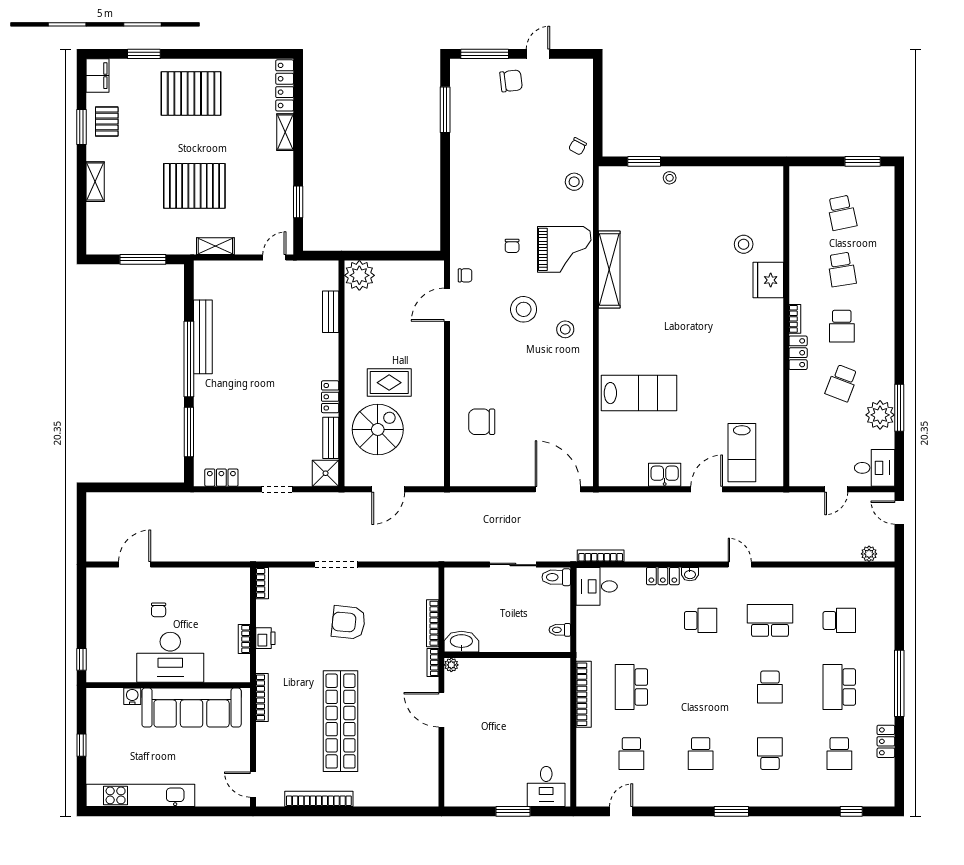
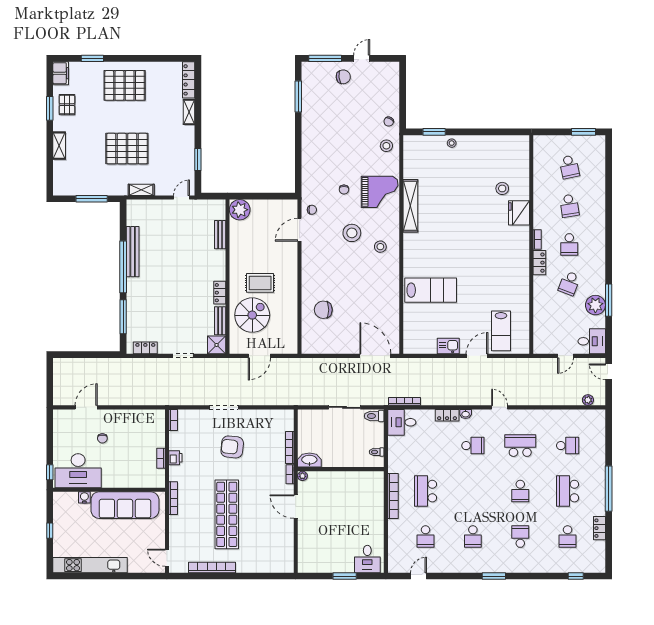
desk: (170, 657) -> (78, 471), moved

